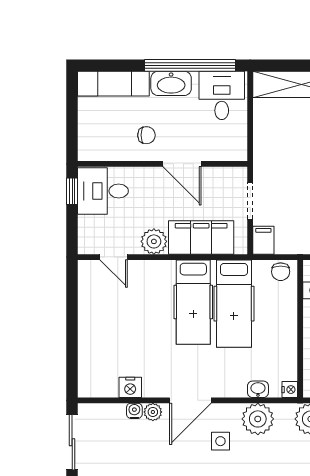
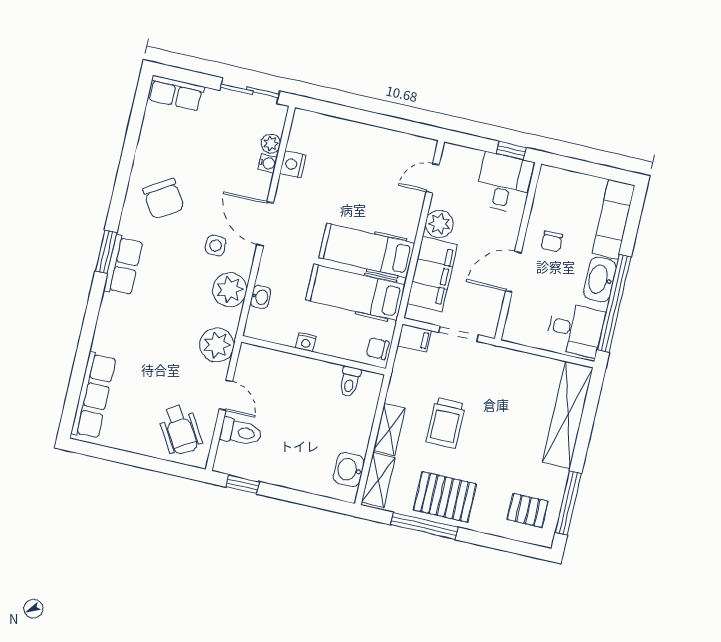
nightstand: (290, 390) -> (306, 342), moved
plant: (153, 412) -> (271, 144), moved

